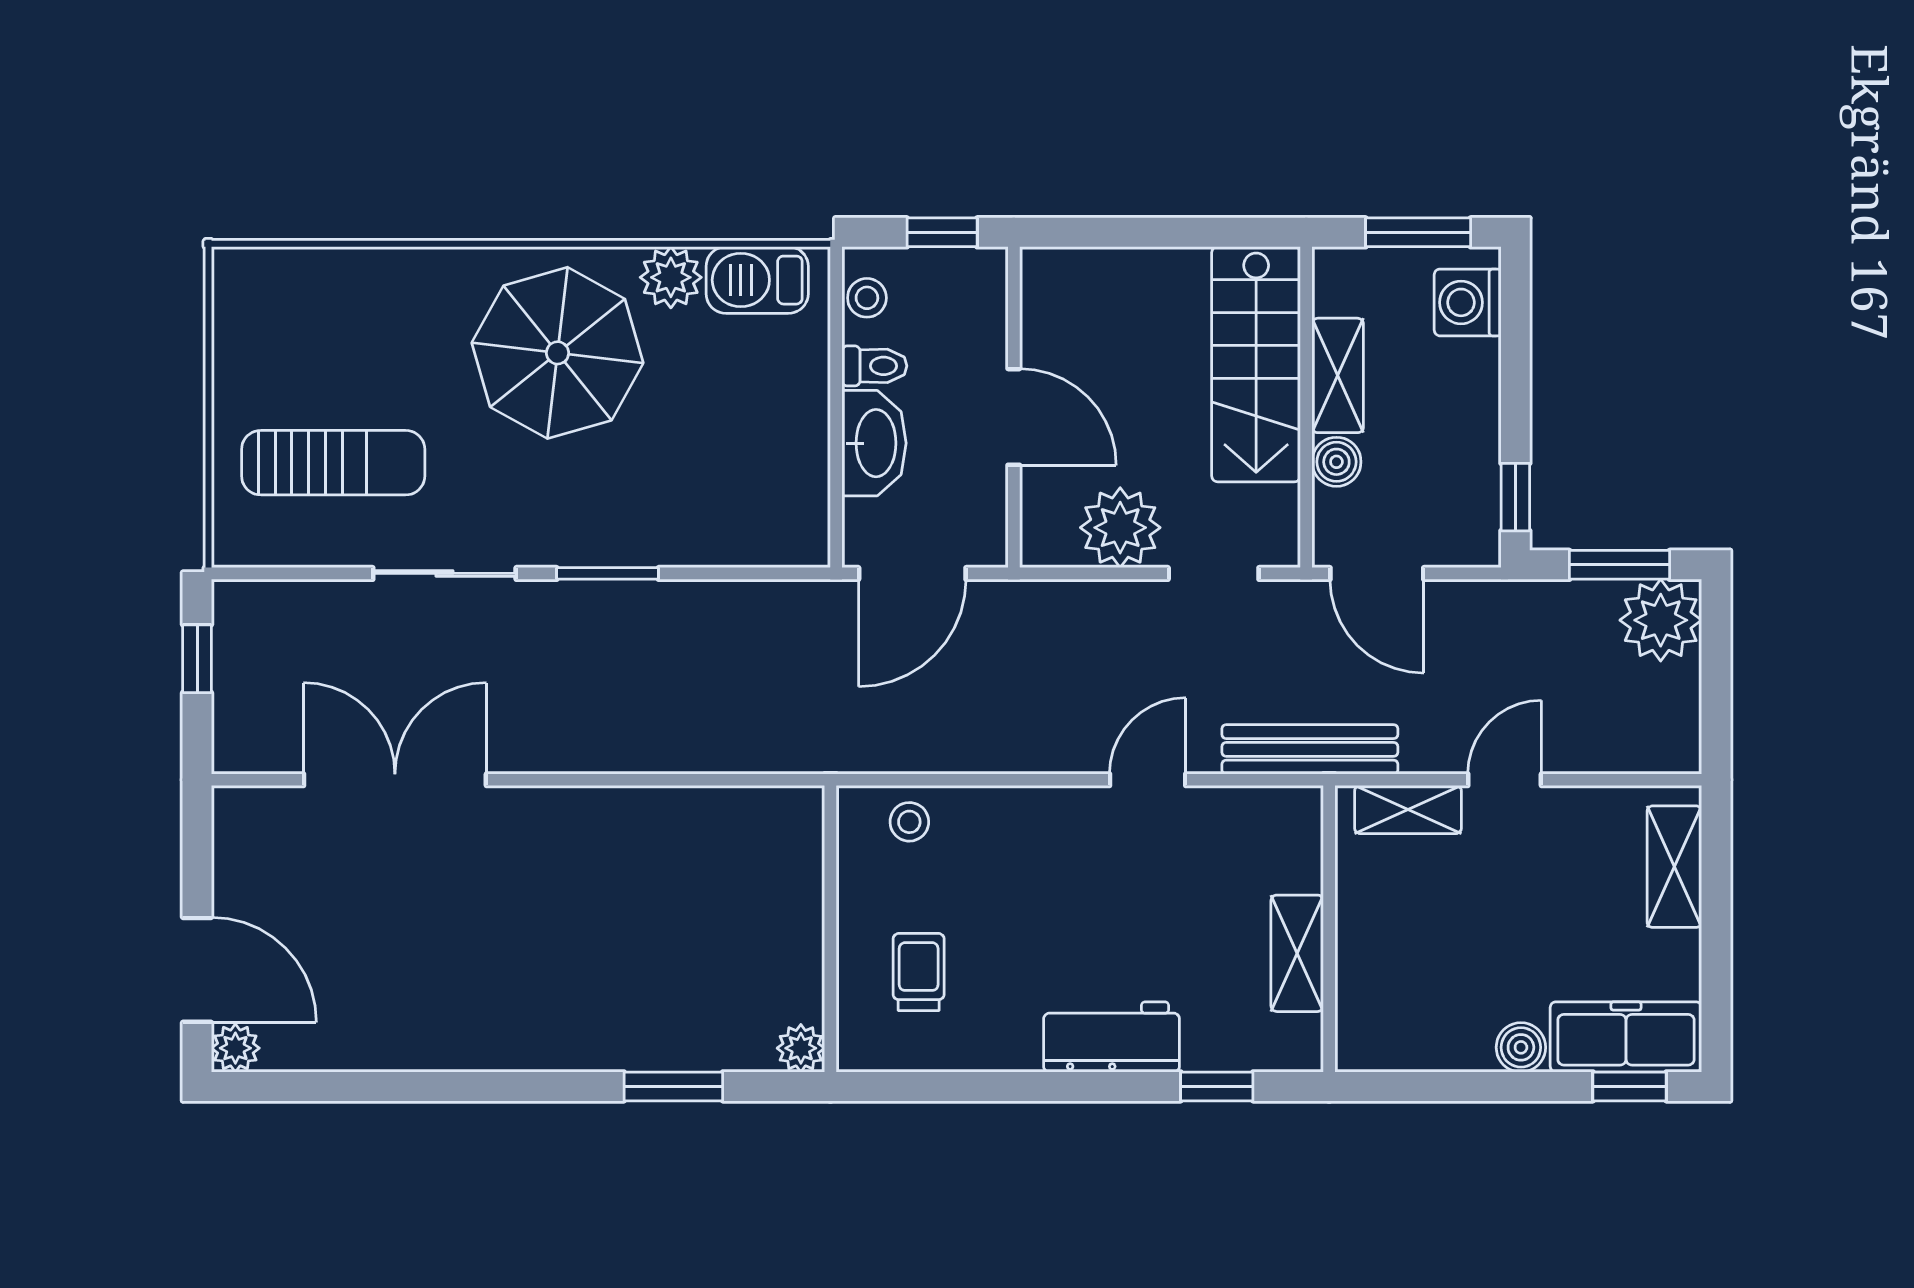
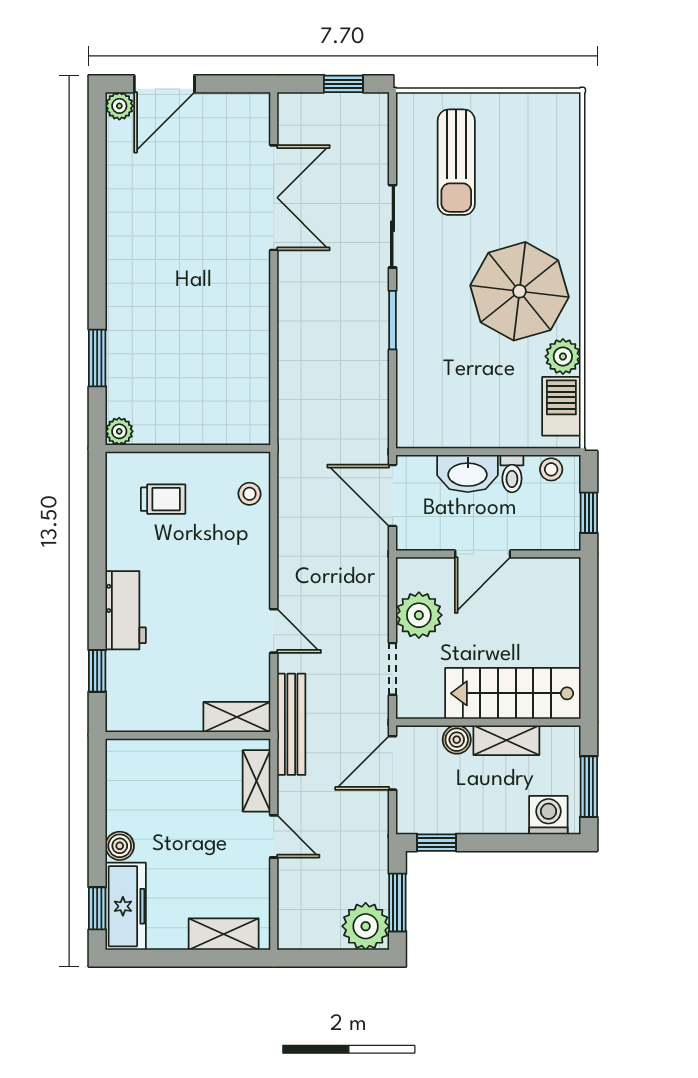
shelving: (1297, 953) -> (237, 717), moved

